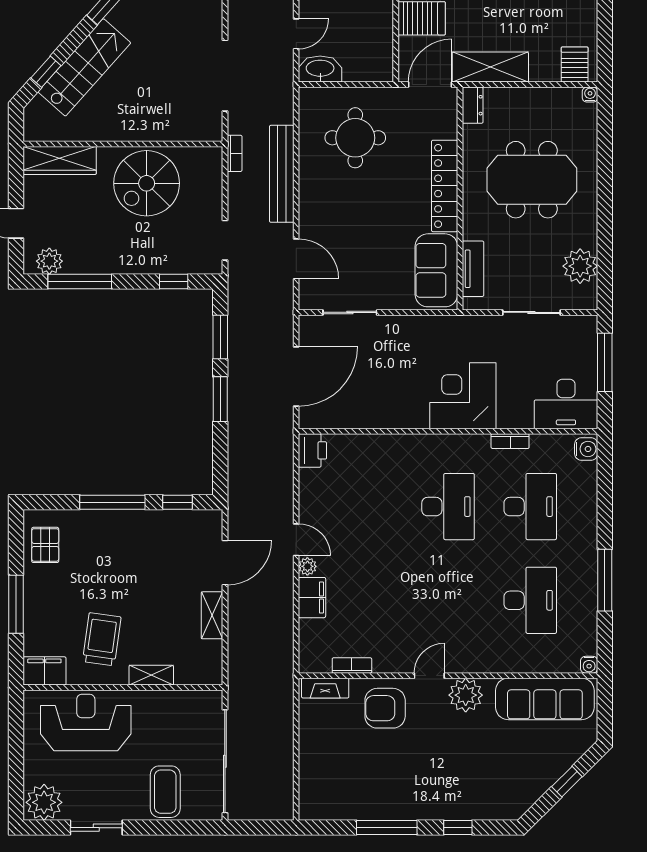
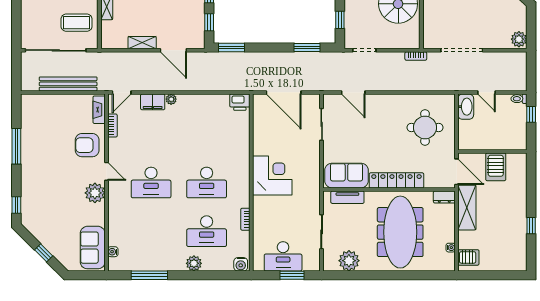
water cooler: (590, 95) -> (451, 248), moved
bench: (282, 174) -> (68, 84), moved
meeting table: (532, 180) -> (400, 232), width x1.36
door: (296, 259) -> (353, 92), hinge flipped
window: (605, 362) -> (292, 275), width x0.69
corner desk: (463, 396) -> (272, 175), moved
window: (220, 399) -> (232, 47), moved
desk: (566, 404) -> (283, 256), moved, turned -90
plant: (585, 528) -> (194, 263), added
door: (296, 540) -> (122, 92), moved
window: (605, 580) -> (149, 275), moved
desk: (530, 600) -> (151, 182), moved
water cooler: (589, 665) -> (113, 252), moved
sofa: (545, 699) -> (93, 248), width x0.73
armchair: (385, 708) -> (87, 145), turned -90
coffee table: (165, 792) -> (77, 23), moved
window: (458, 828) -> (16, 205), moved

